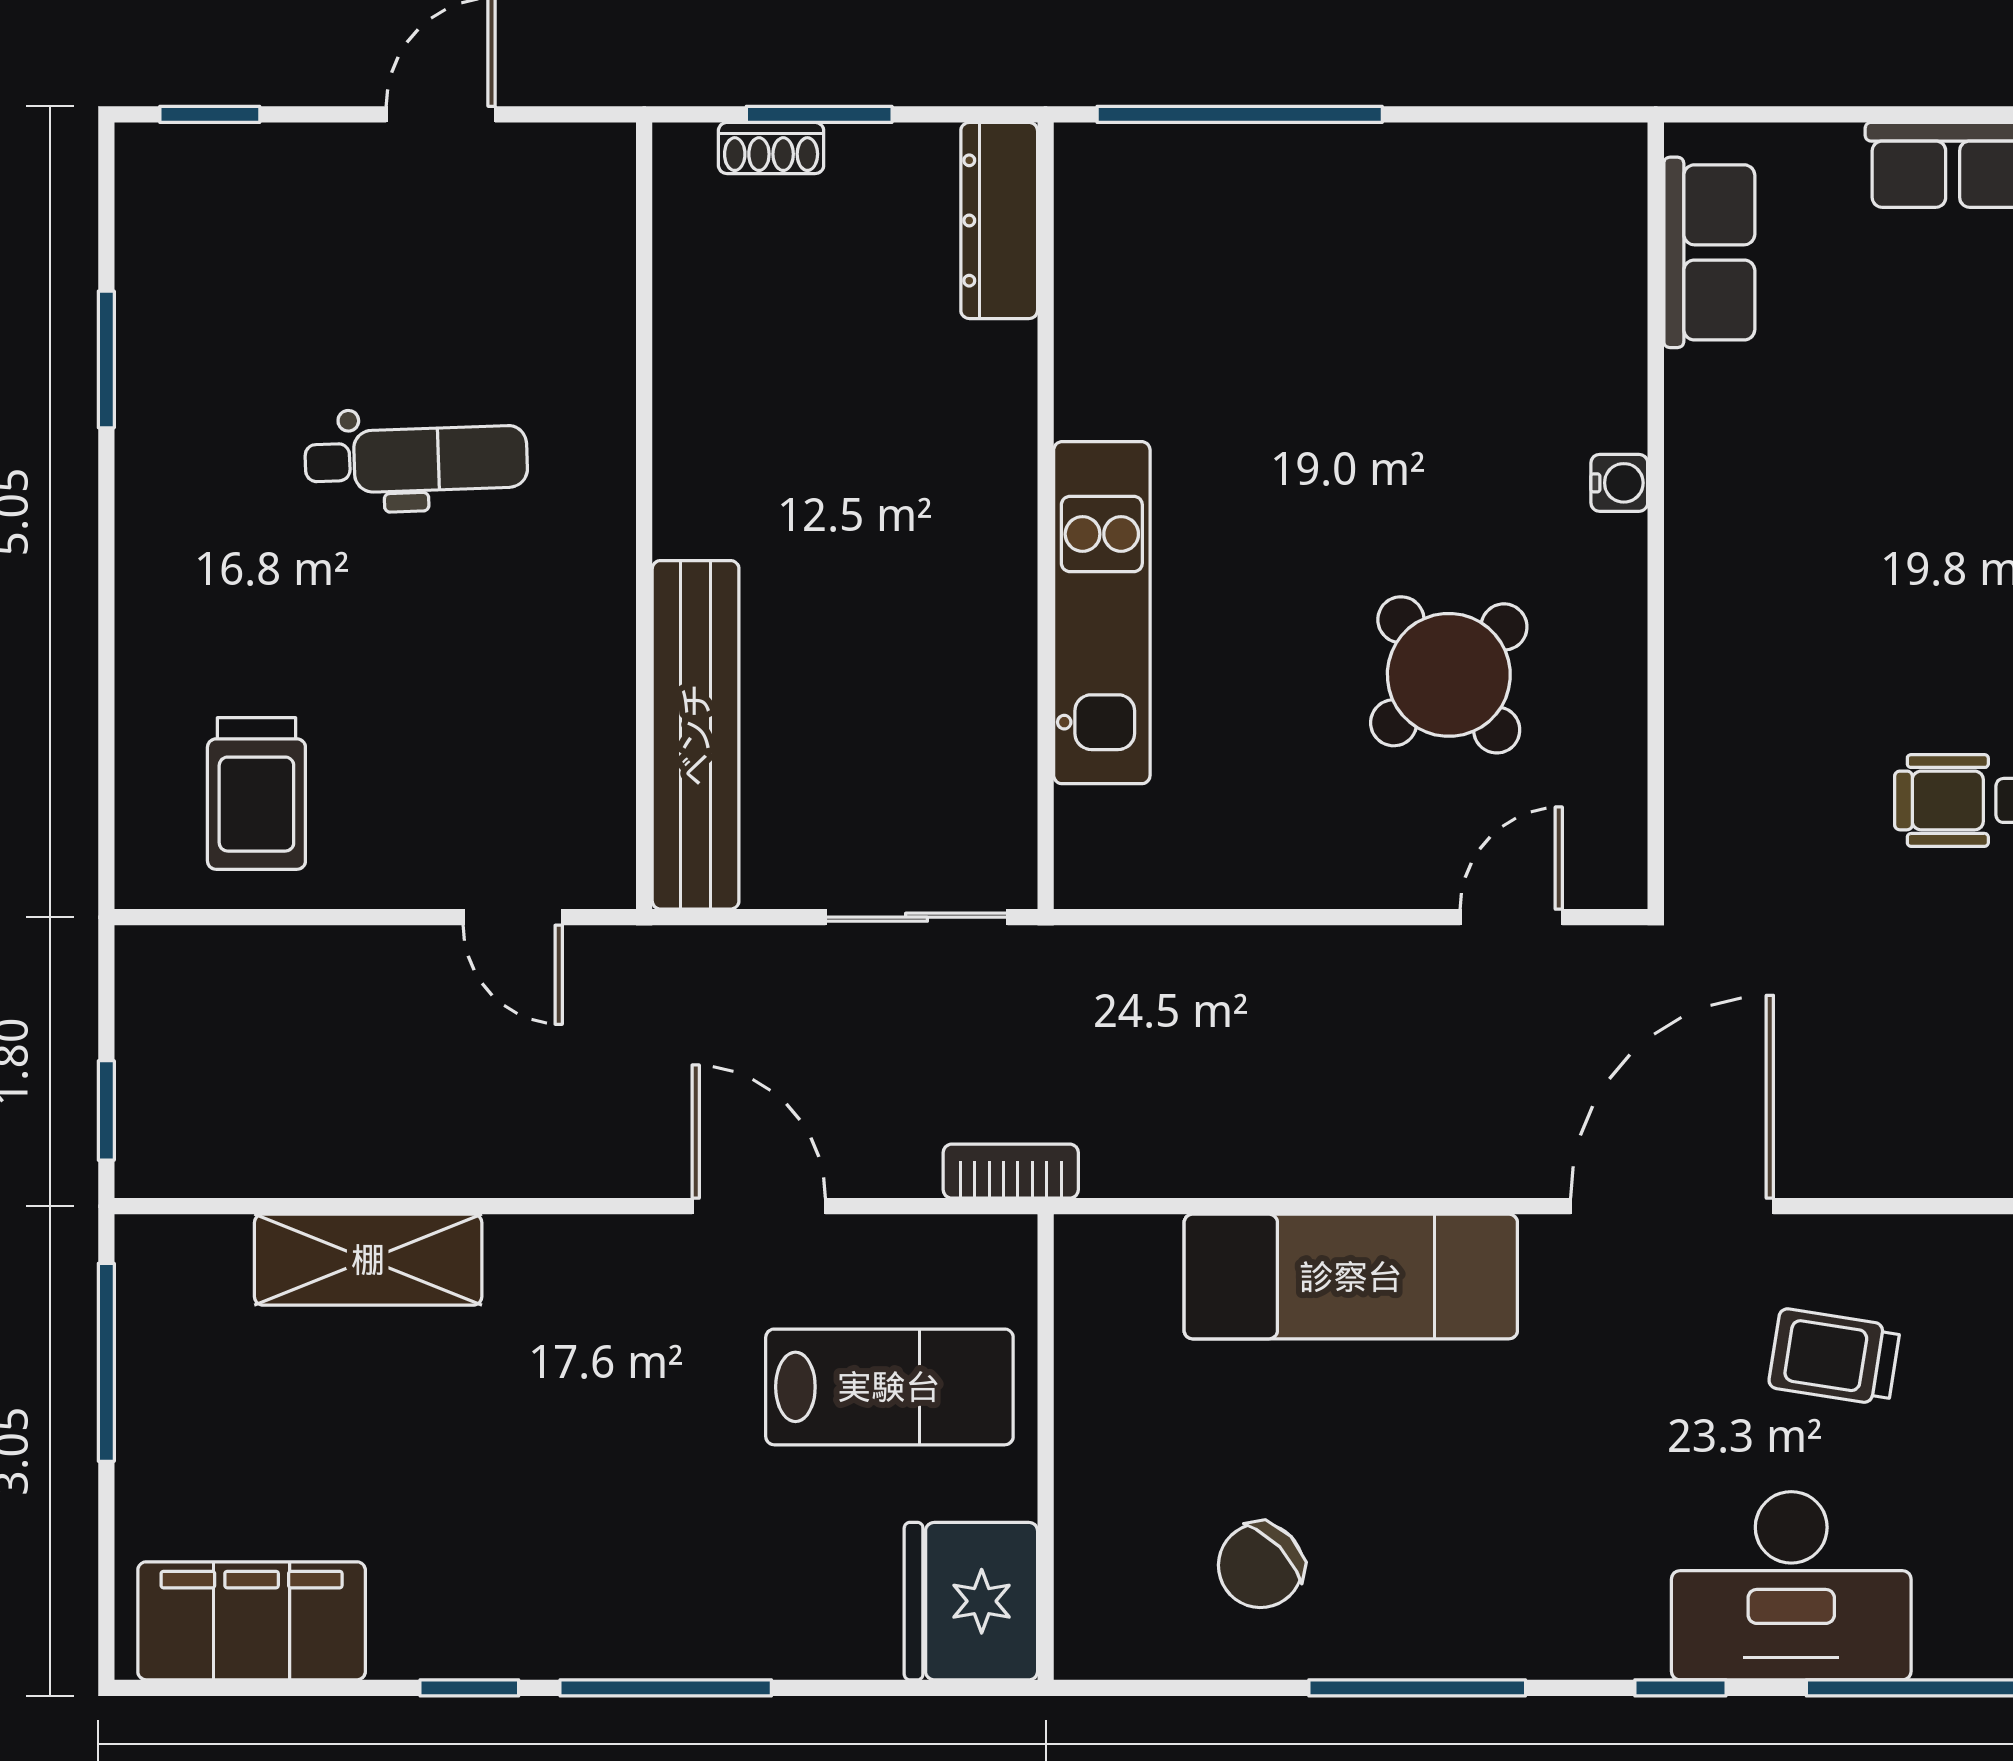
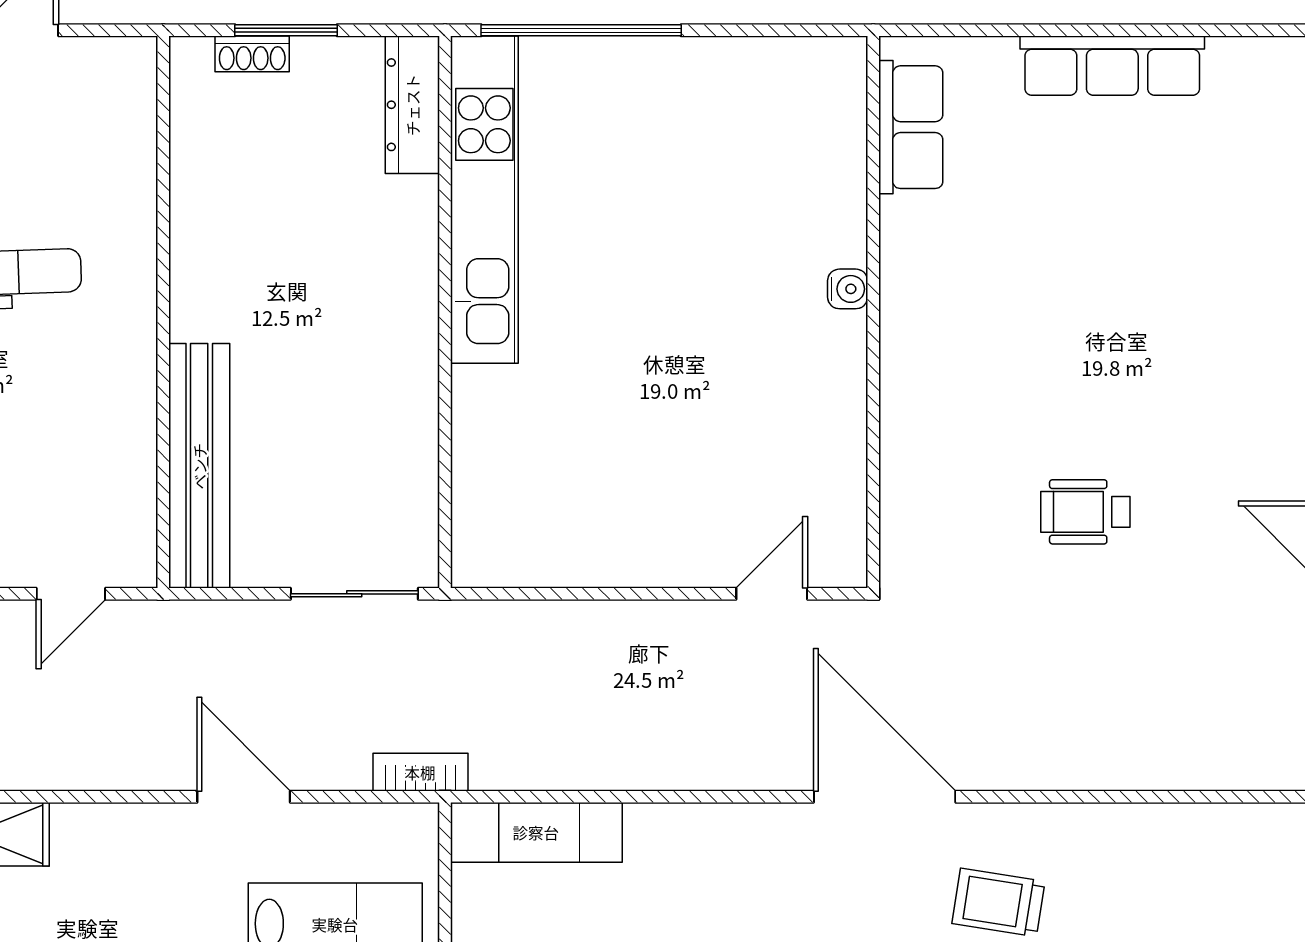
kitchen unit: (1102, 613) -> (484, 200), moved, width x1.36
round table: (1449, 675) -> (728, 424), removed
door: (513, 917) -> (71, 594), hinge flipped
door: (1672, 1206) -> (885, 797), hinge flipped
exam couch: (1351, 1277) -> (536, 832), moved, width x0.73, depth x0.69

